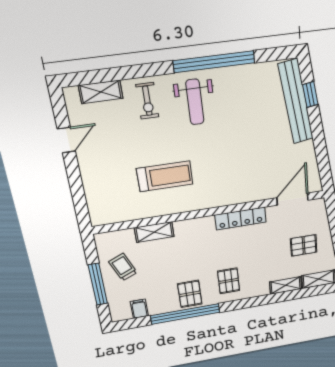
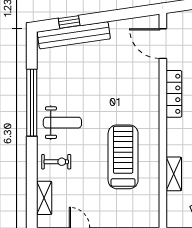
treadmill: (165, 176) -> (123, 157), width x1.37, depth x1.38

